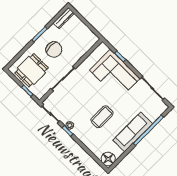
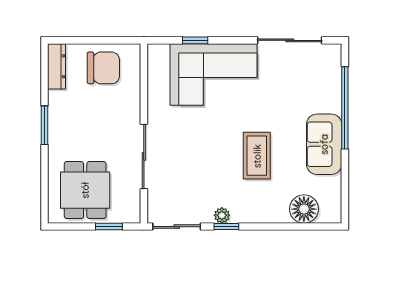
chair: (54, 50) -> (103, 68), moved
sofa: (133, 132) -> (324, 144), width x0.73
floor lamp: (108, 159) -> (304, 209), moved

